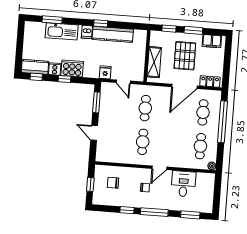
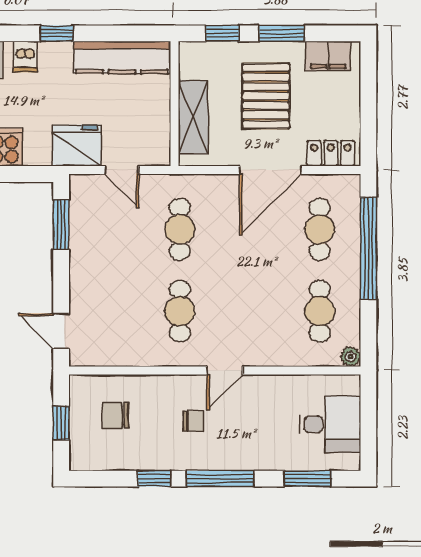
kitchen counter: (113, 34) -> (122, 57), moved
fridge: (105, 72) -> (77, 145), width x1.88, depth x1.34
door: (94, 133) -> (61, 331), moved
desk: (183, 184) -> (330, 424), moved, turned 90

